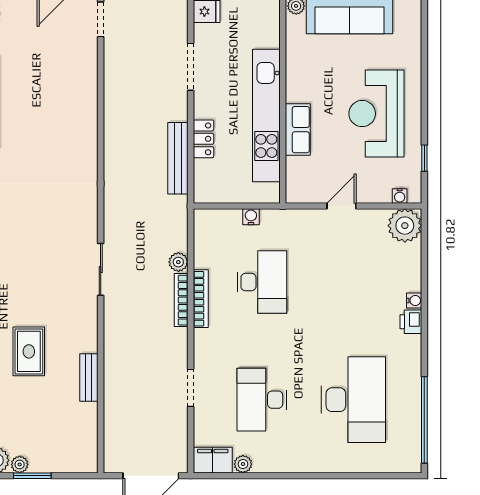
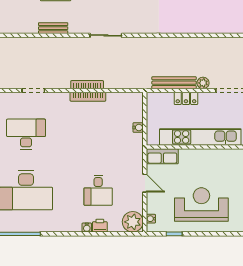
row of seats: (298, 130) -> (162, 156), moved
plant: (178, 262) -> (203, 83), moved
desk: (262, 282) -> (98, 190), moved, width x0.73
printer: (411, 322) -> (100, 226), moved
bench: (89, 377) -> (53, 28), moved

